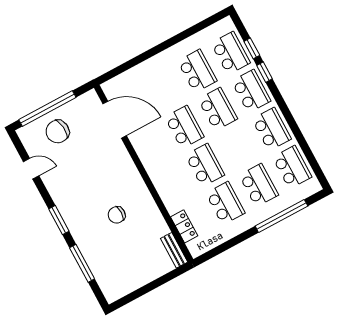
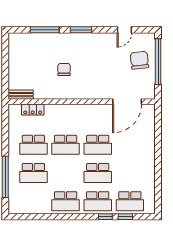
school desk: (197, 71) -> (130, 173), removed
school desk: (292, 167) -> (33, 201), removed

